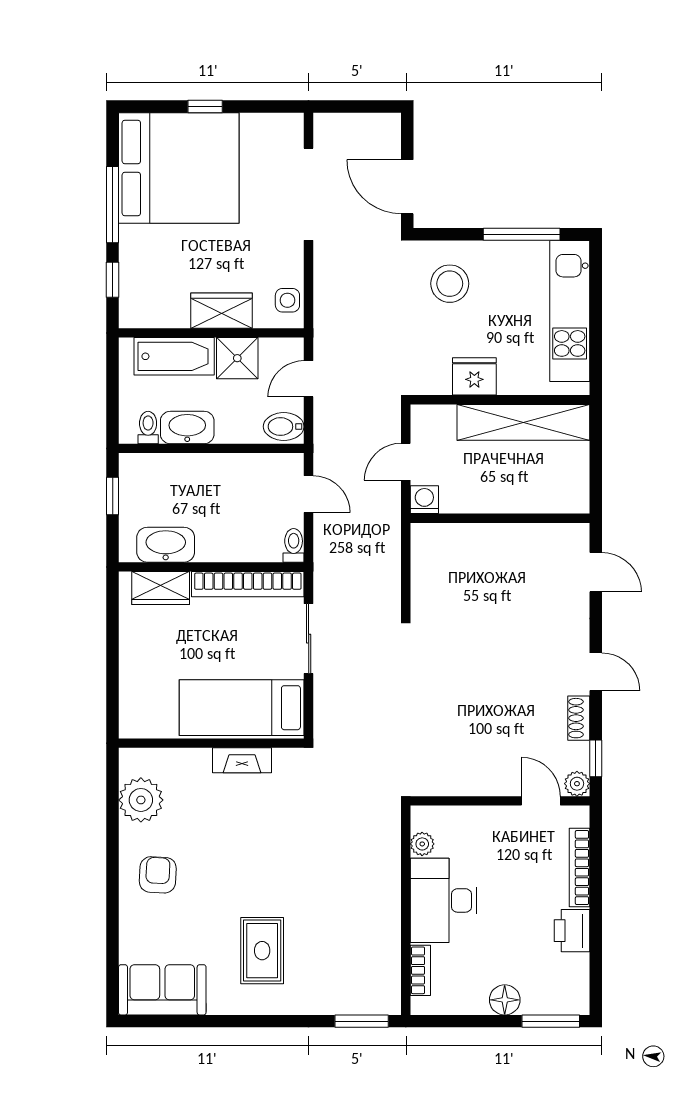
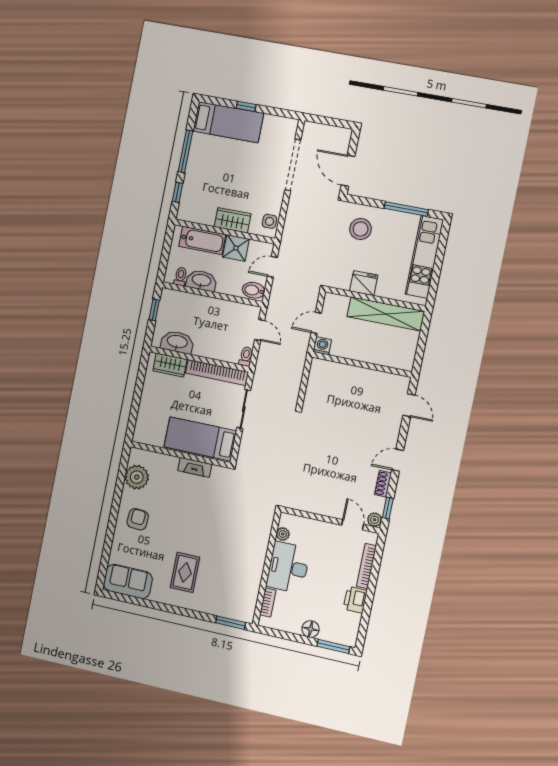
bed: (179, 168) -> (228, 122), width x0.49
door: (596, 672) -> (398, 460), swing flipped

